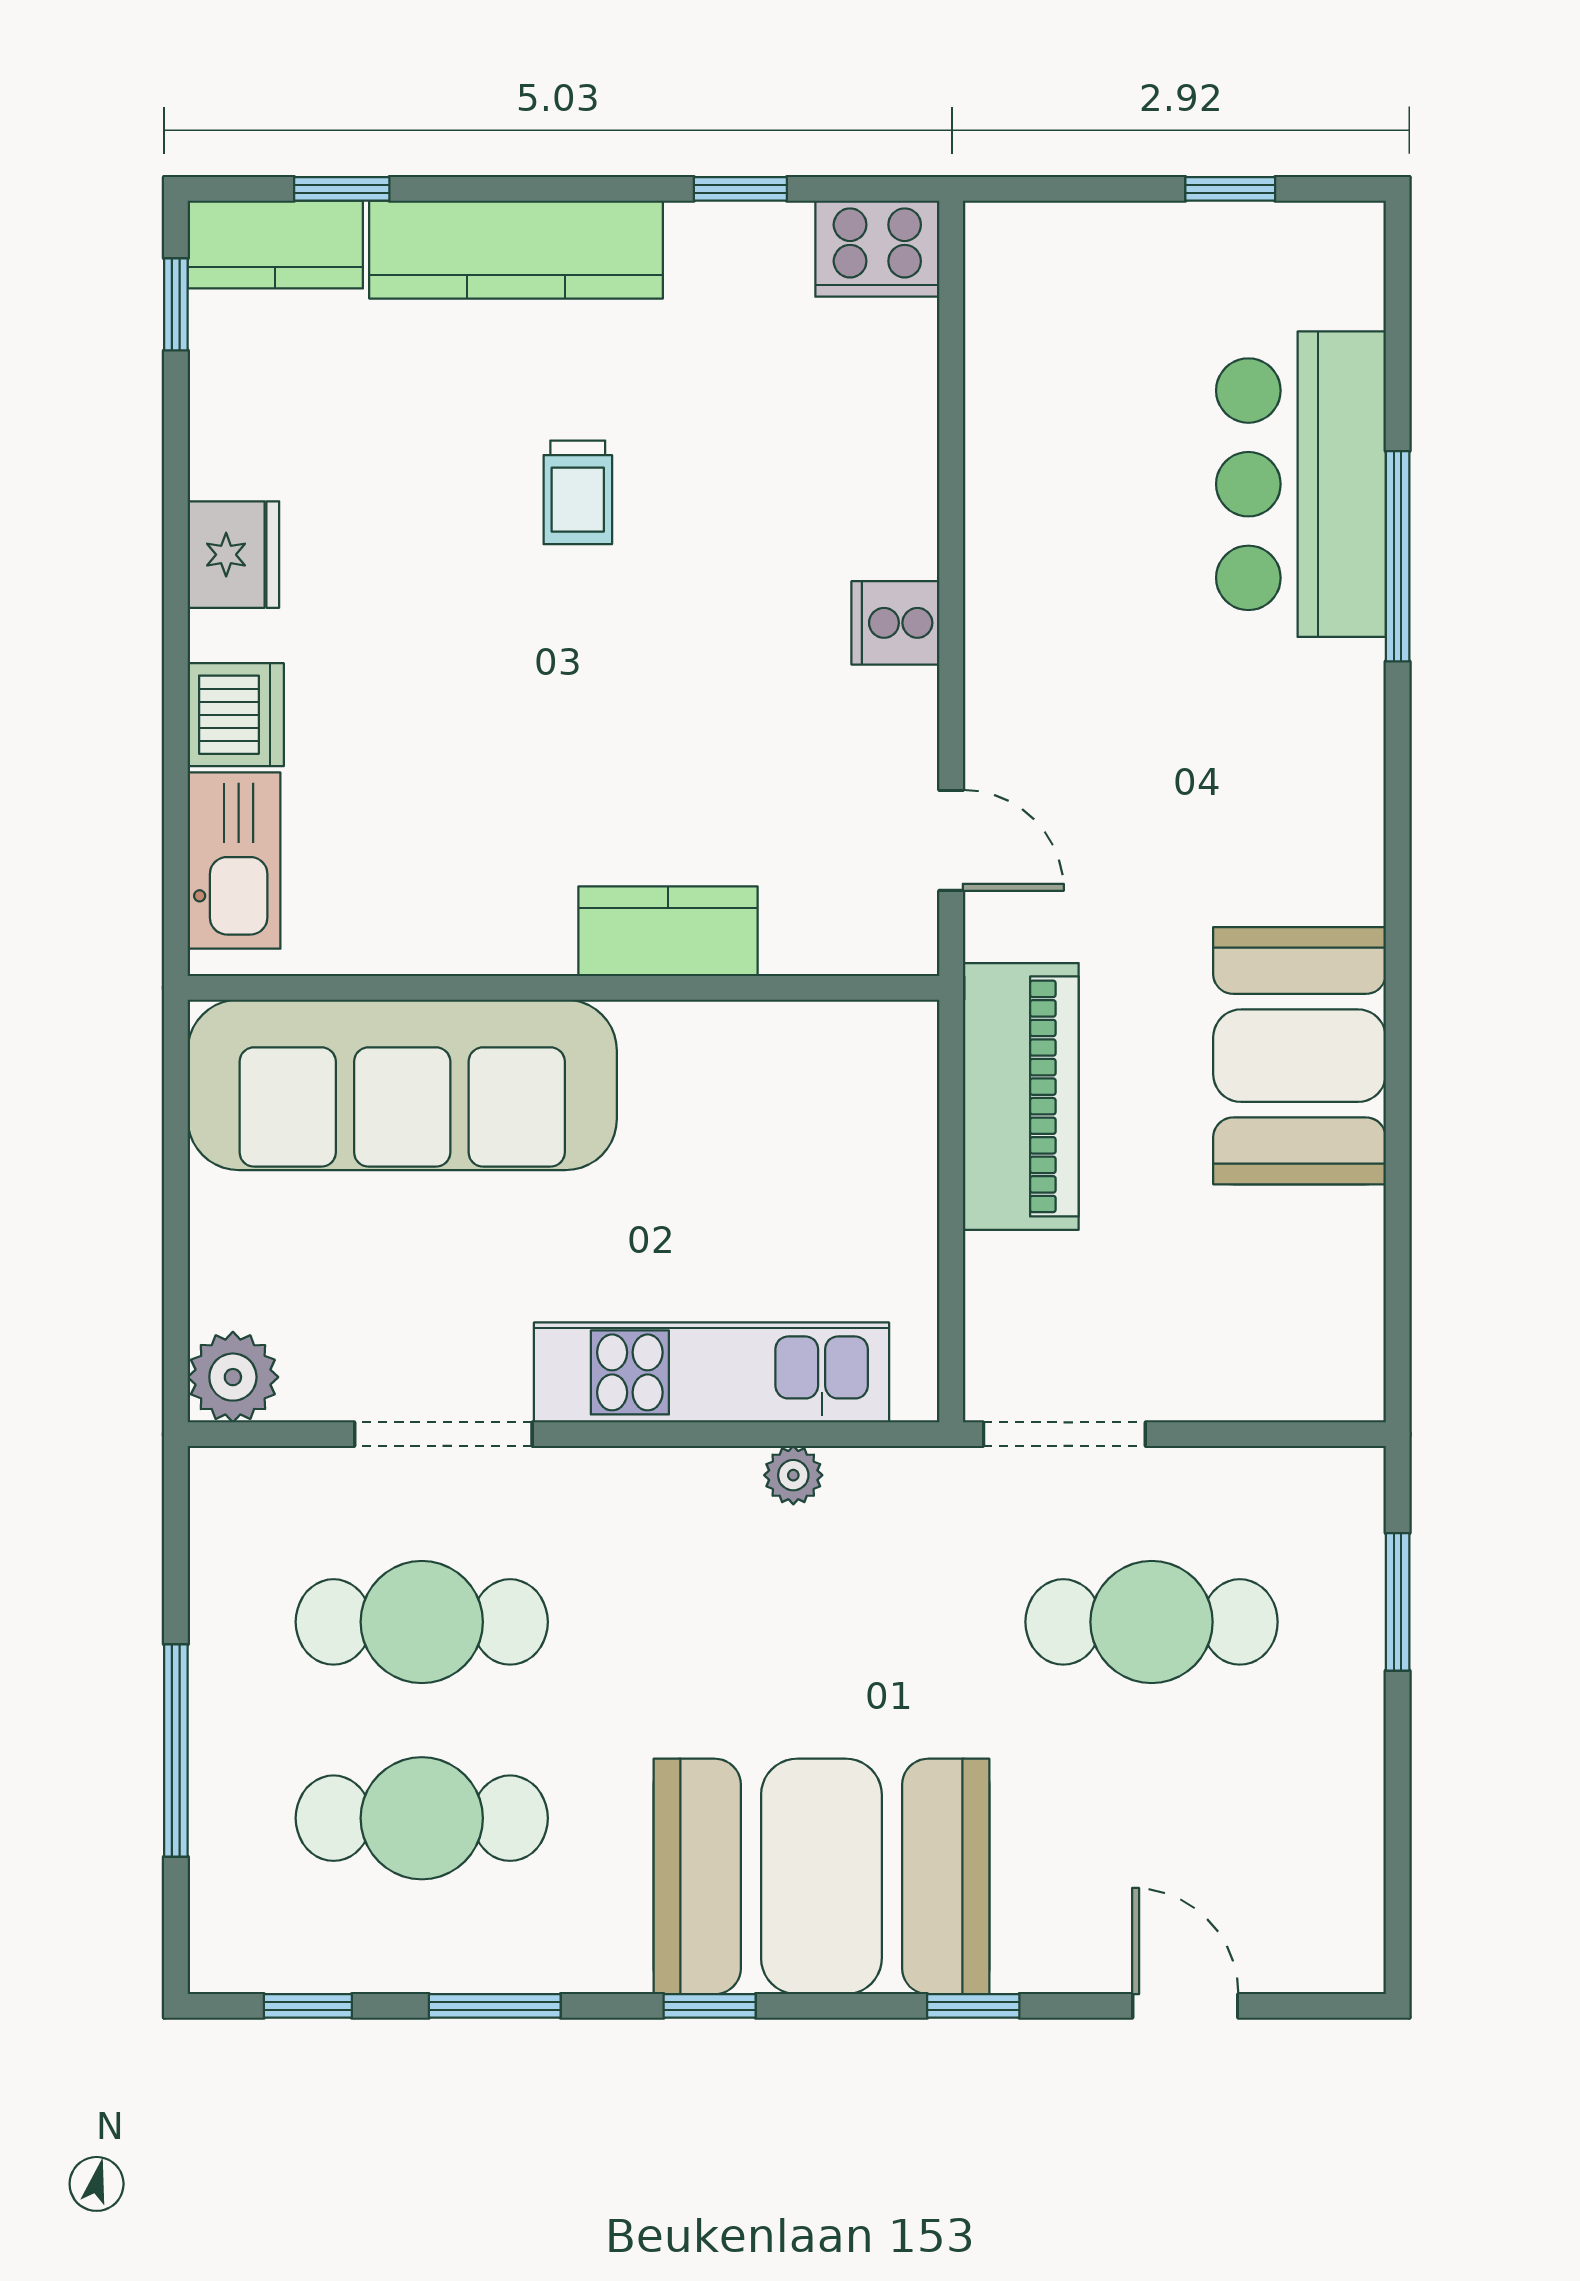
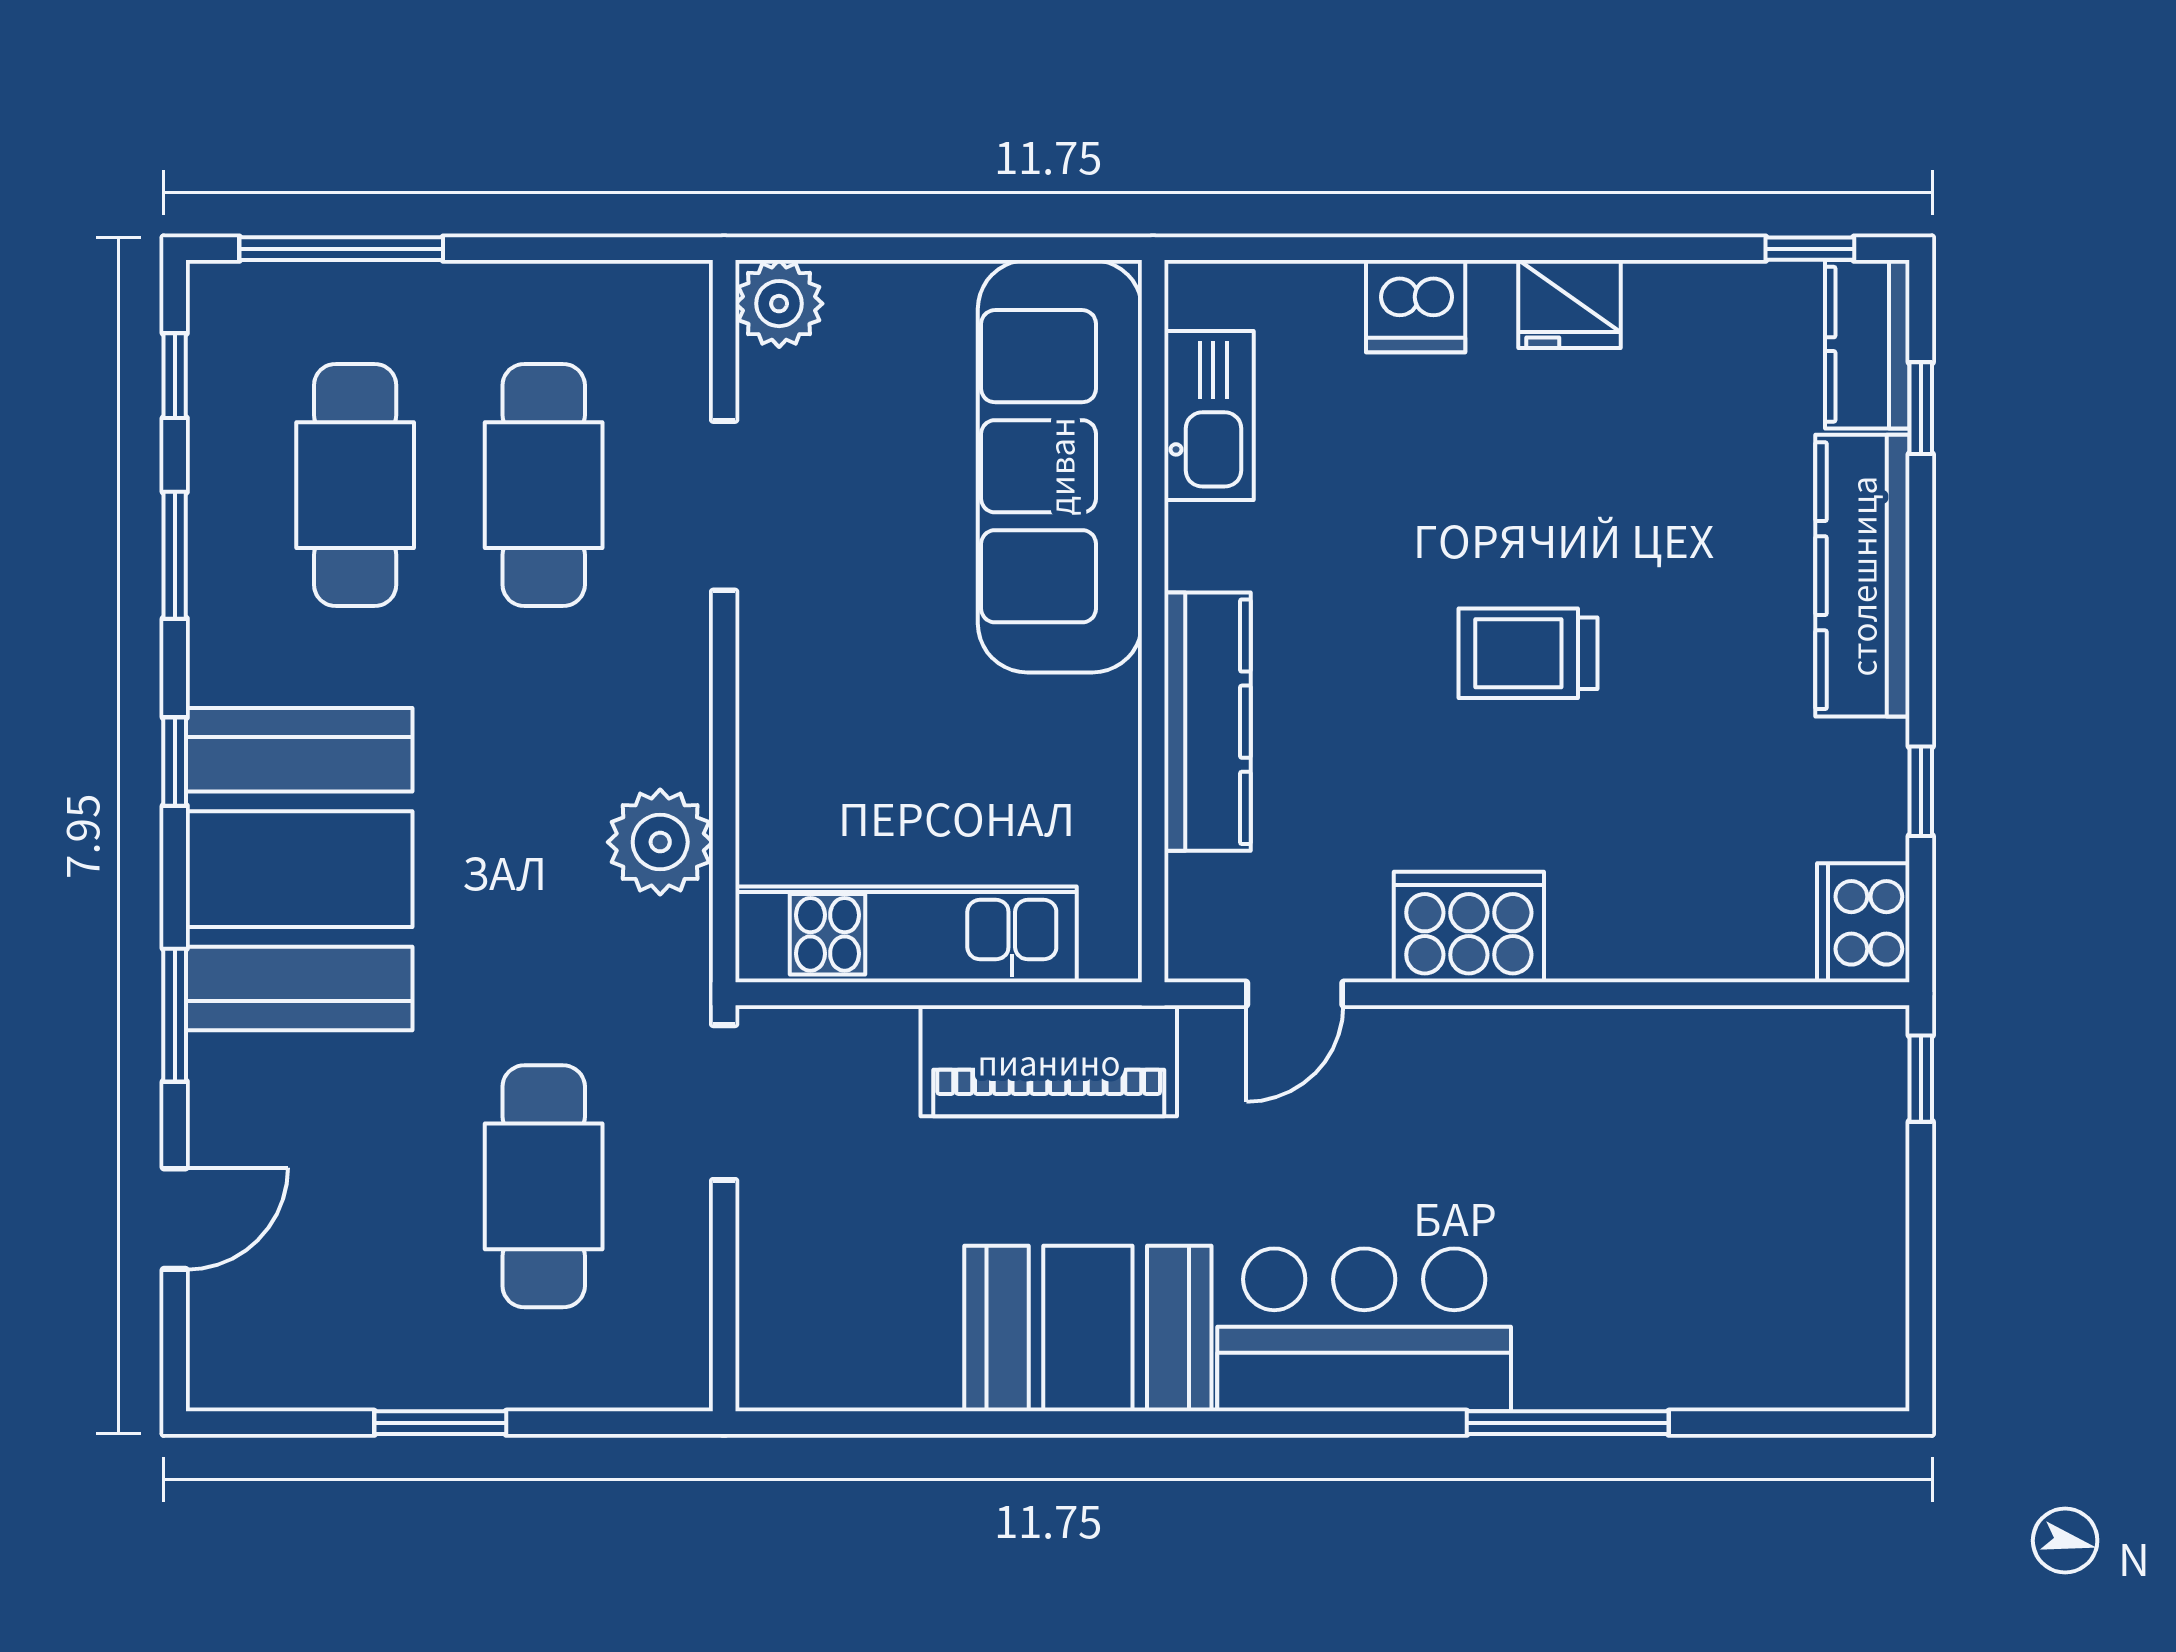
window: (1230, 189) -> (1921, 1079), moved
bar counter: (1301, 484) -> (1364, 1330), moved
trolley: (578, 492) -> (1528, 653), moved, width x1.36, depth x1.39
cooker: (895, 623) -> (1469, 927), width x1.87, depth x1.31
kitchen sink: (234, 861) -> (1209, 416), moved, turned -90
kitchen counter: (668, 931) -> (1207, 722), width x1.50
kitchen unit: (712, 1372) -> (906, 934), moved, turned -90
plant: (793, 1475) -> (660, 842), width x1.88, depth x1.88
window: (1398, 1602) -> (440, 1423), moved
window: (176, 1751) -> (341, 249), moved
window: (973, 2006) -> (175, 1015), width x1.50

